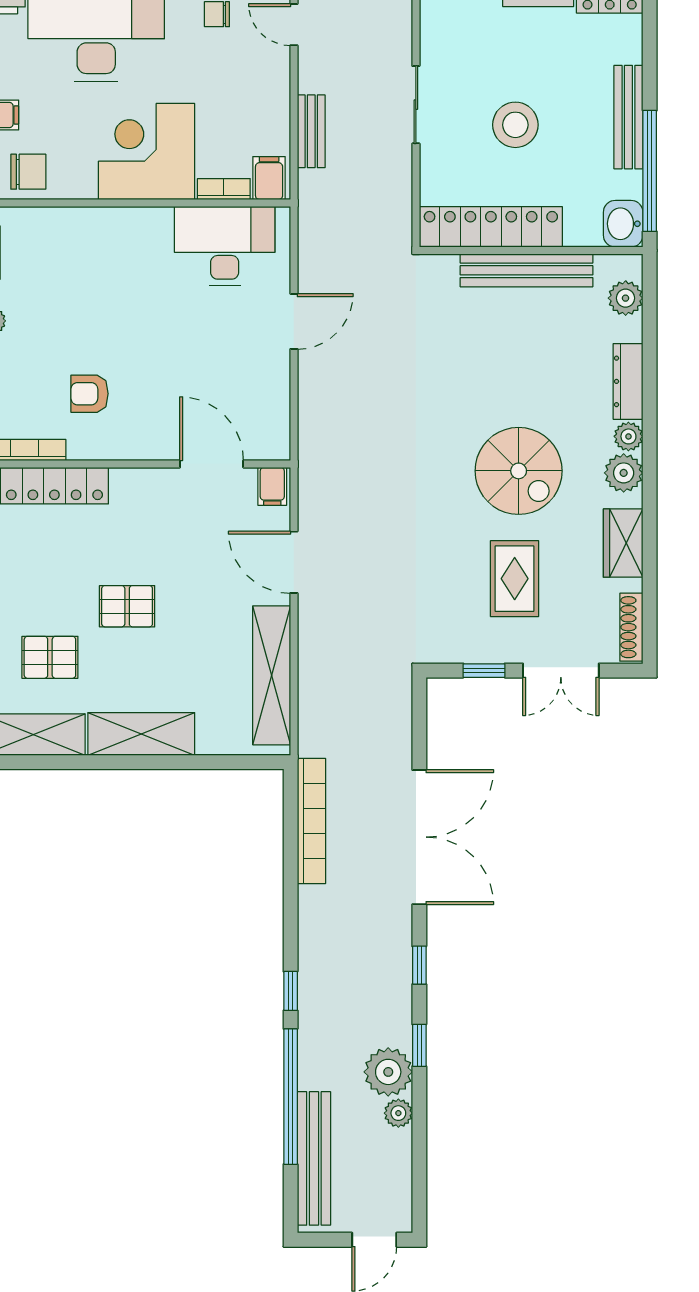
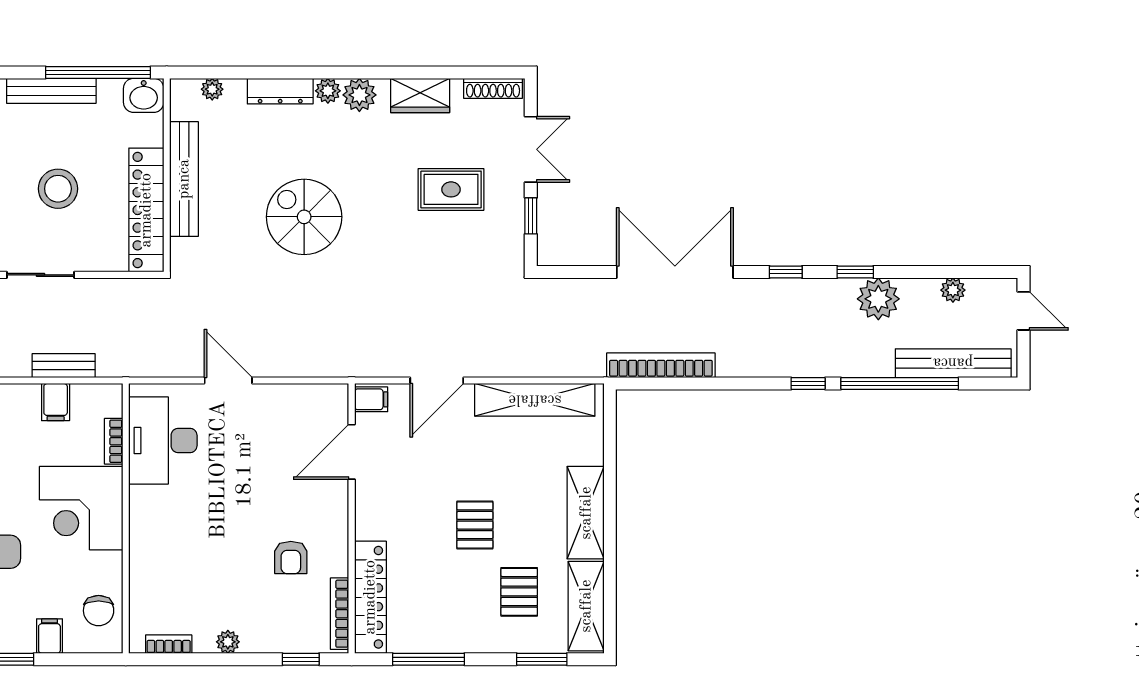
chair: (28, 172) -> (99, 611), turned 180
filing cabinet: (269, 178) -> (56, 402), moved, turned -90
plant: (626, 298) -> (212, 89), width x0.73, depth x0.73
spiral stairs: (519, 471) -> (304, 217), moved, turned -90
plant: (398, 1113) -> (953, 290), moved

